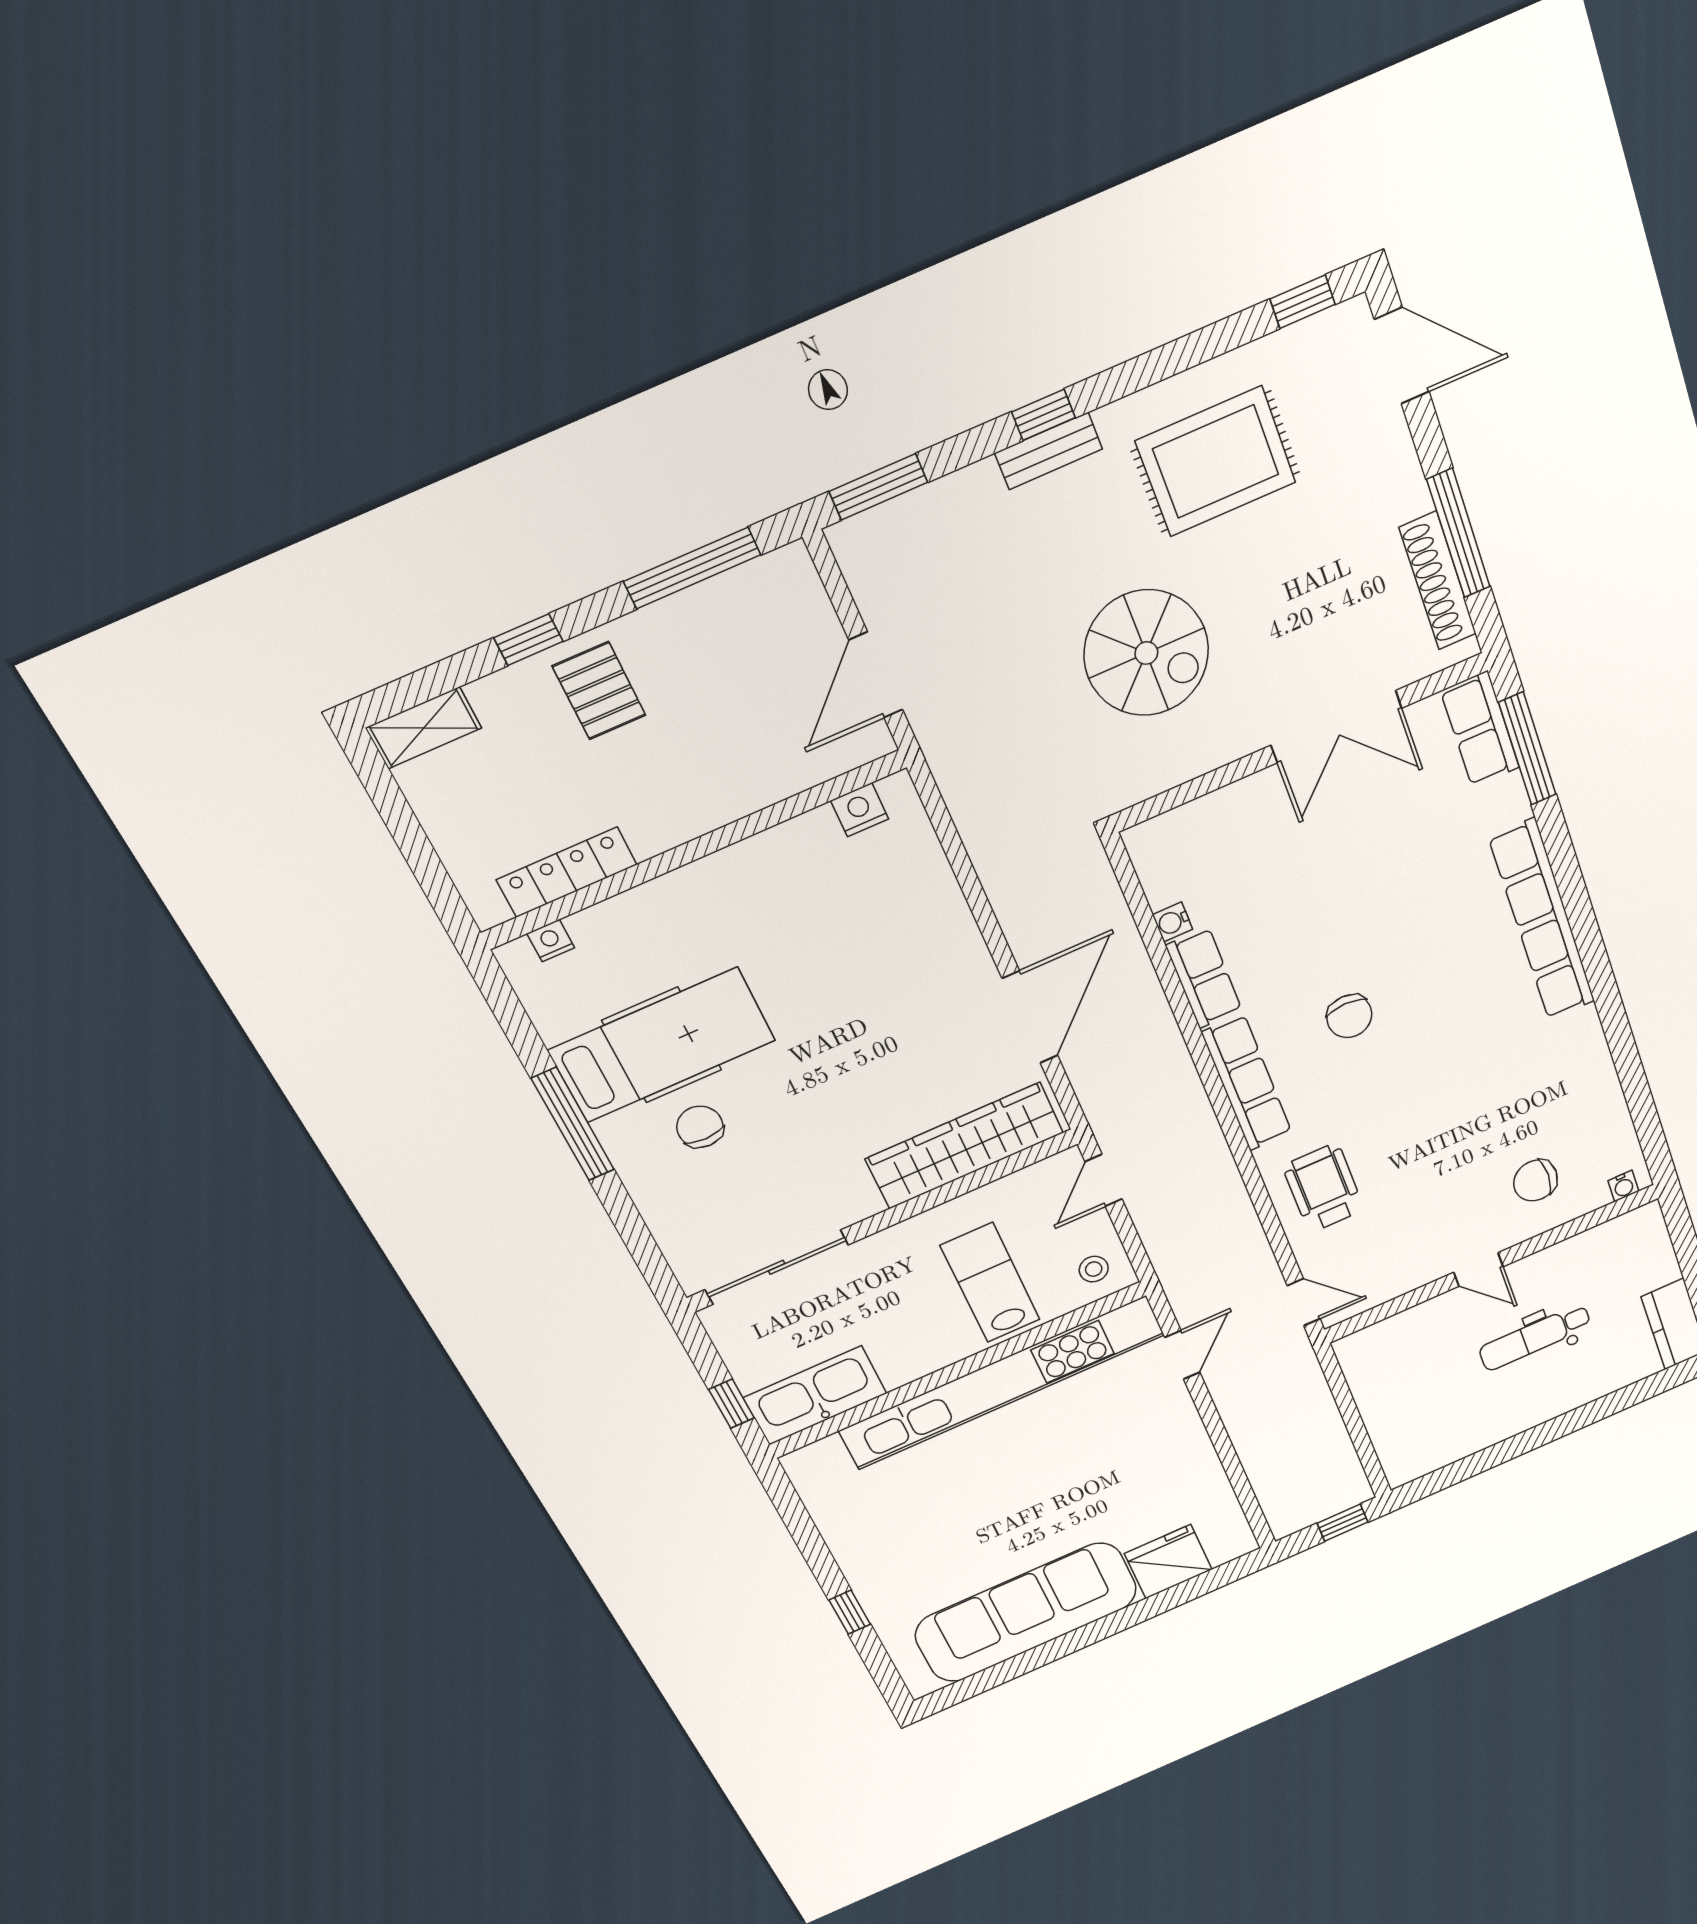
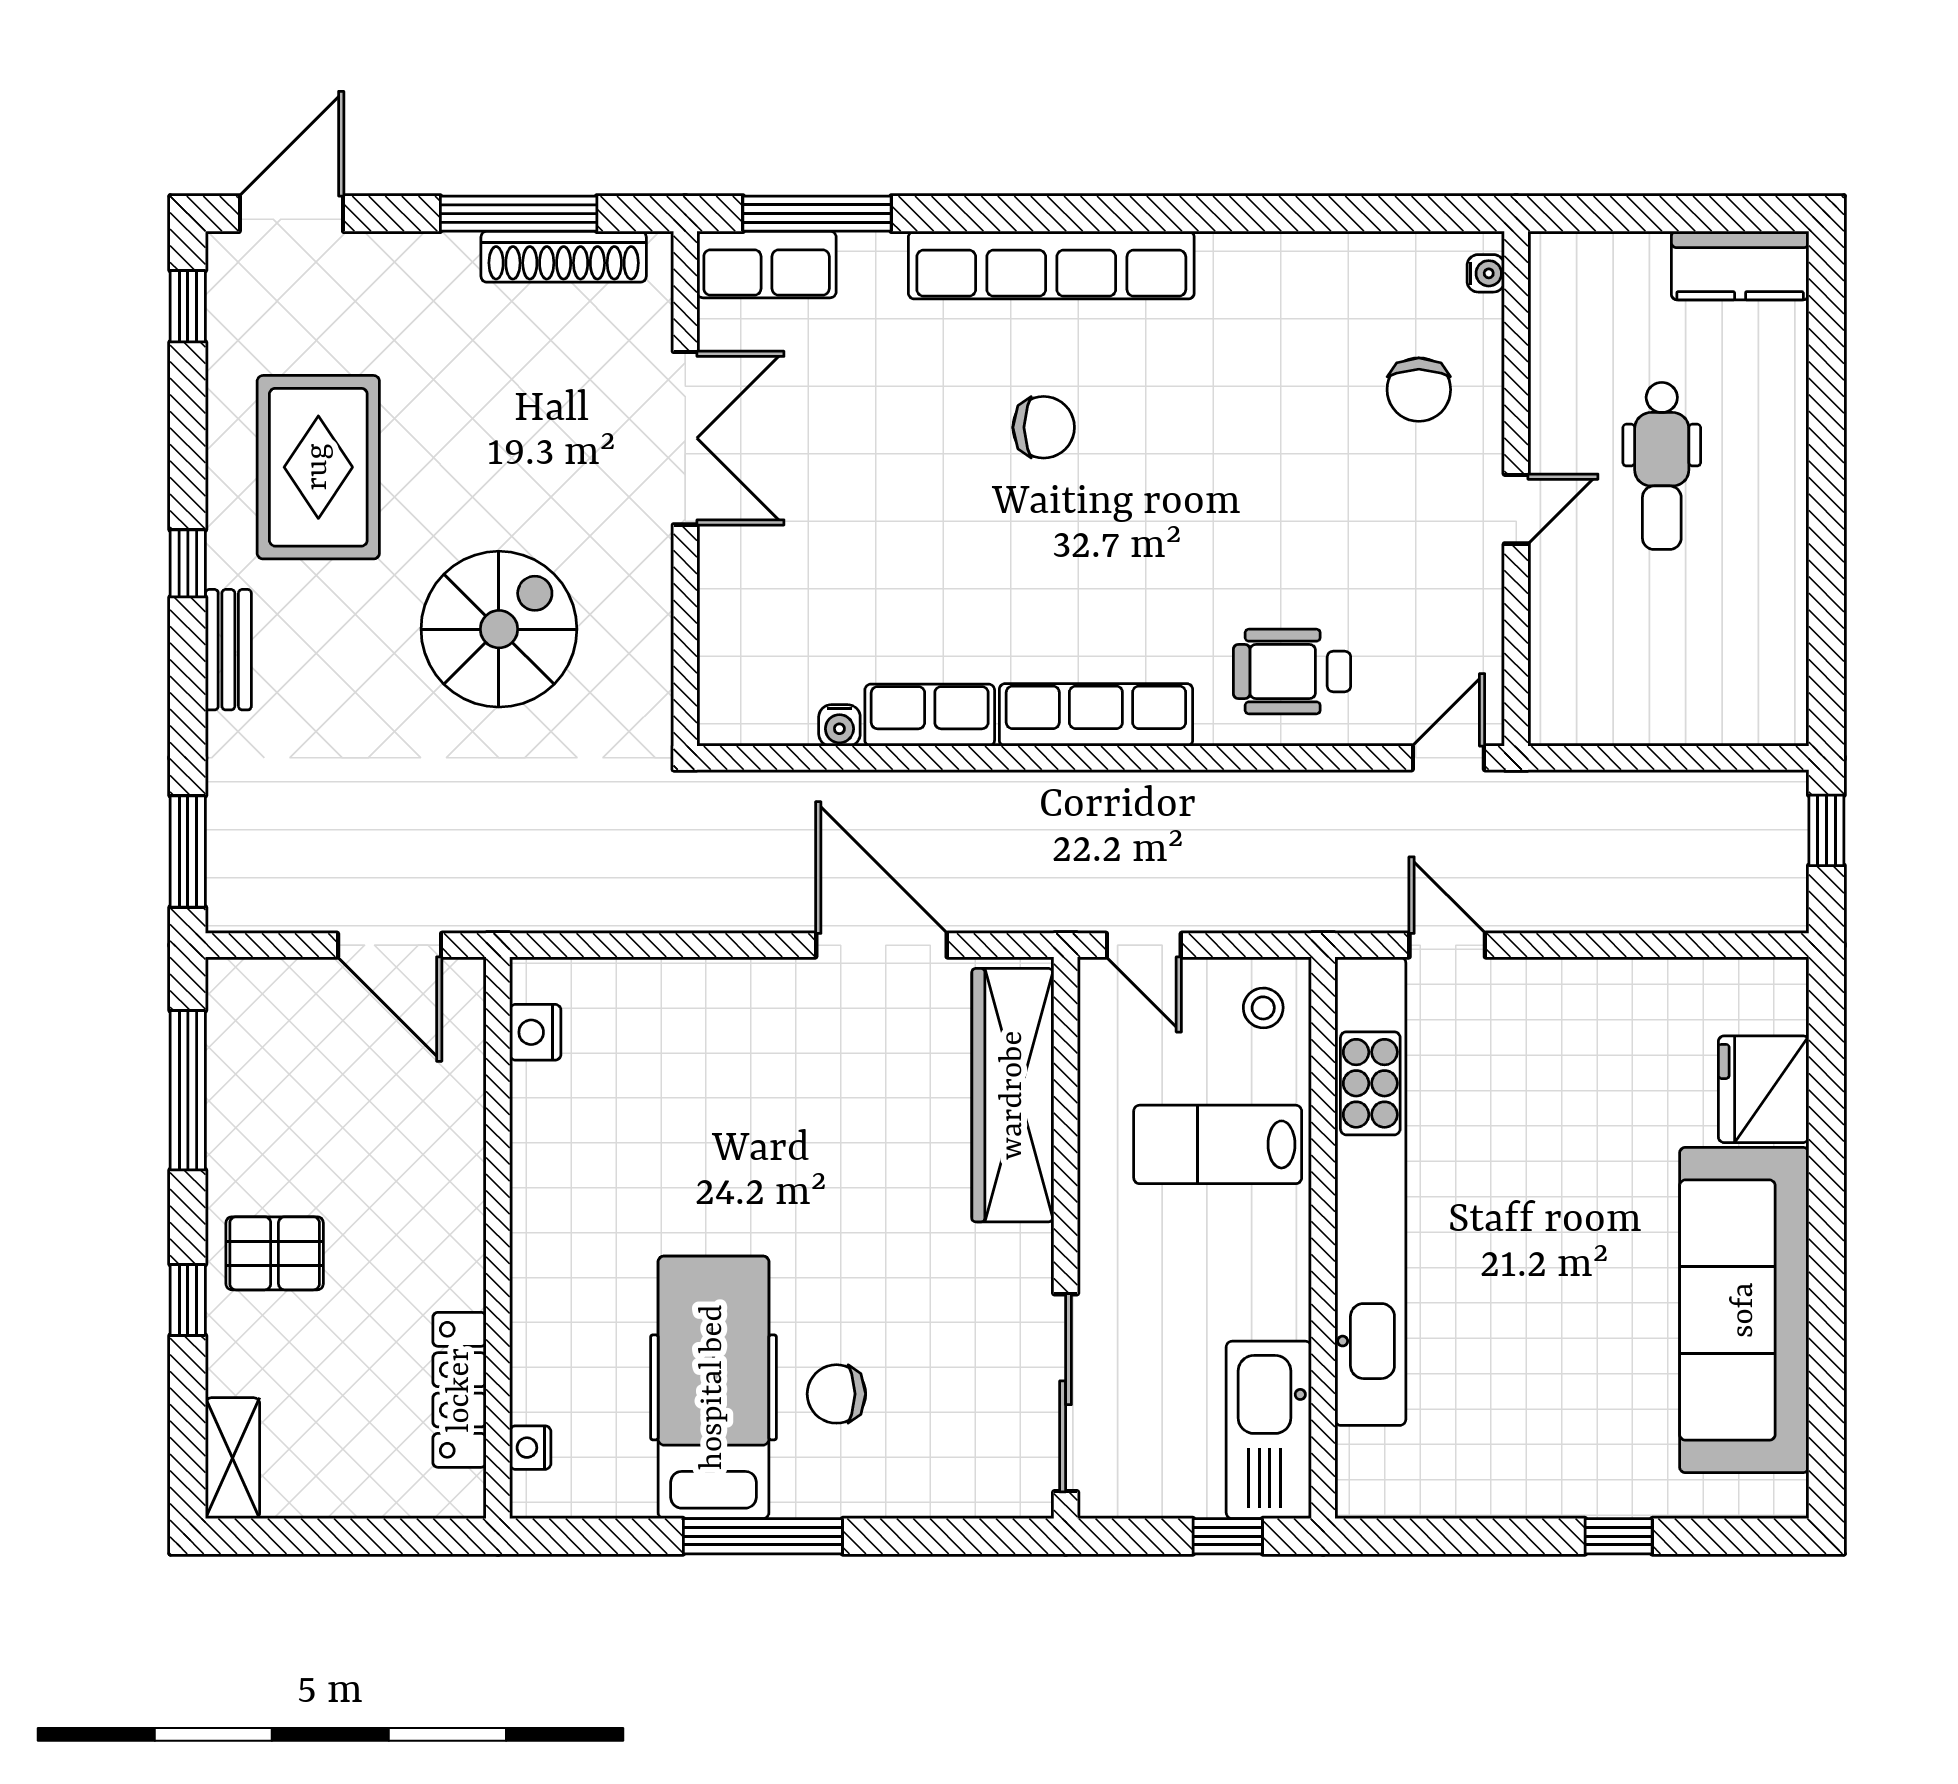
window: (1043, 415) -> (188, 563), moved
chair: (1349, 1016) -> (1044, 427), moved

